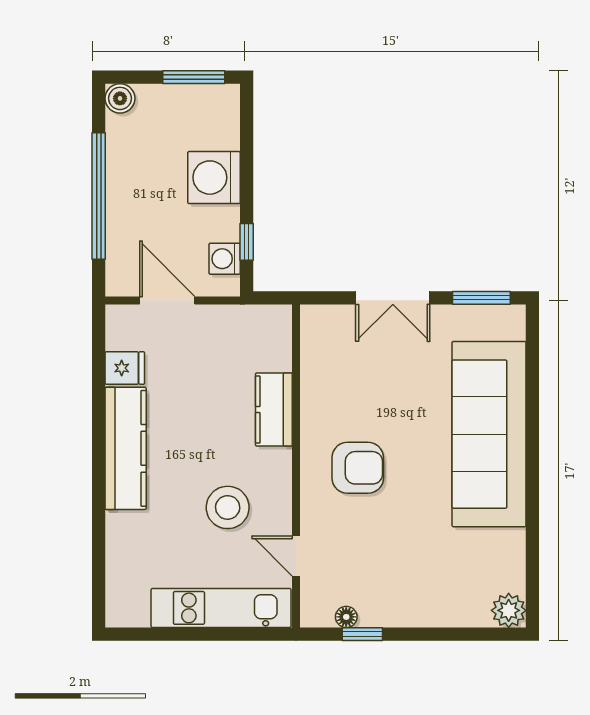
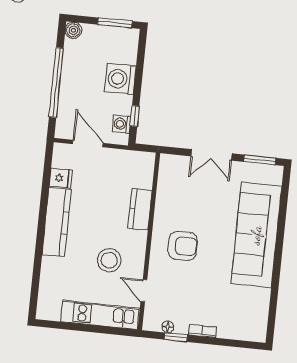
plant: (509, 610) -> (257, 332), removed
bookcase: (409, 618) -> (202, 331), added

